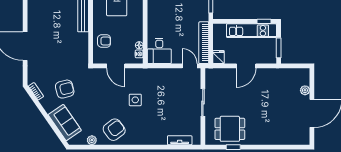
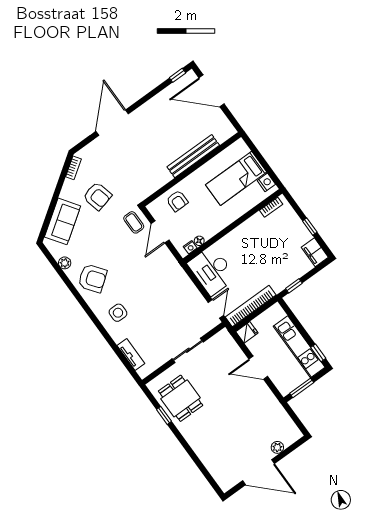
desk: (159, 51) -> (212, 271), width x1.37
coffee table: (98, 78) -> (134, 222), added
side table: (135, 100) -> (118, 313), moved

